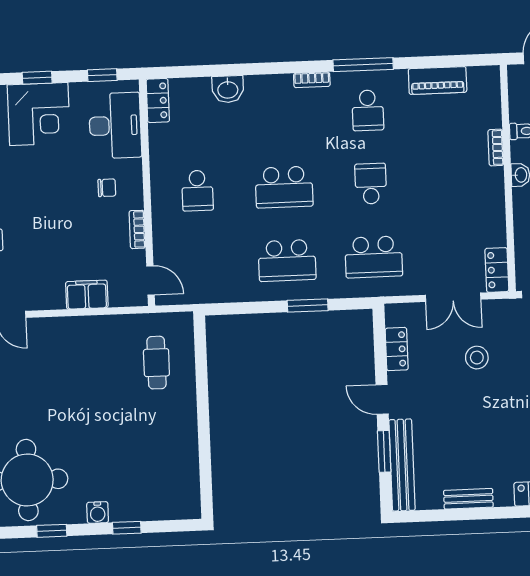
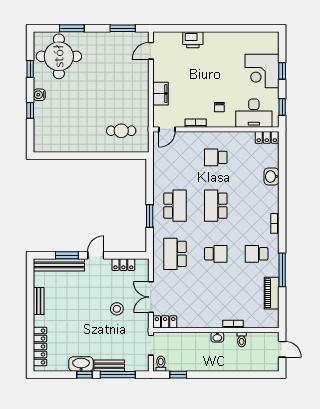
window: (363, 65) -> (282, 270), moved
school desk: (287, 260) -> (175, 206), turned 180

